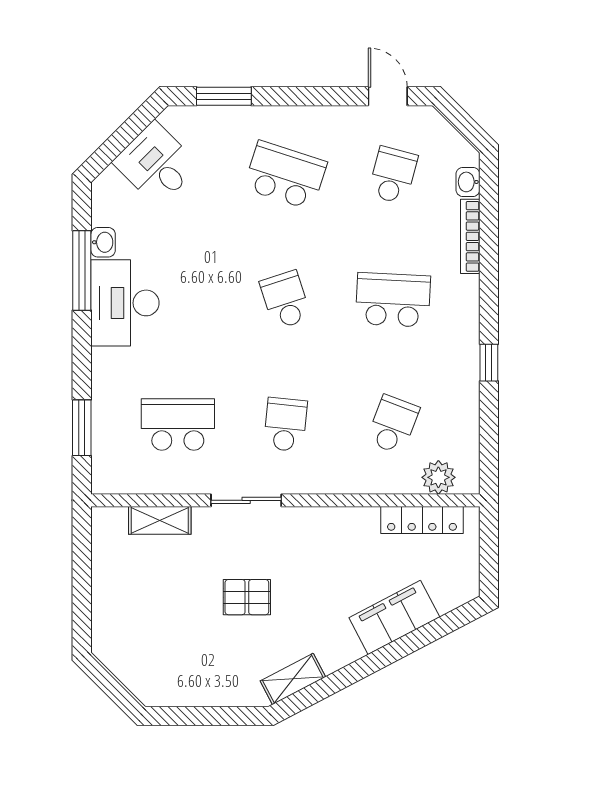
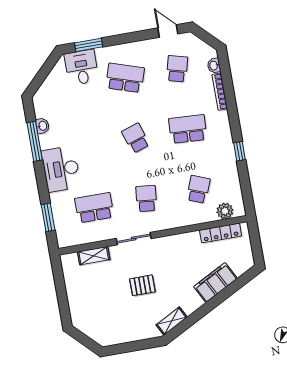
desk: (156, 164) -> (82, 67), moved, turned 45
desk: (125, 303) -> (61, 169), moved

